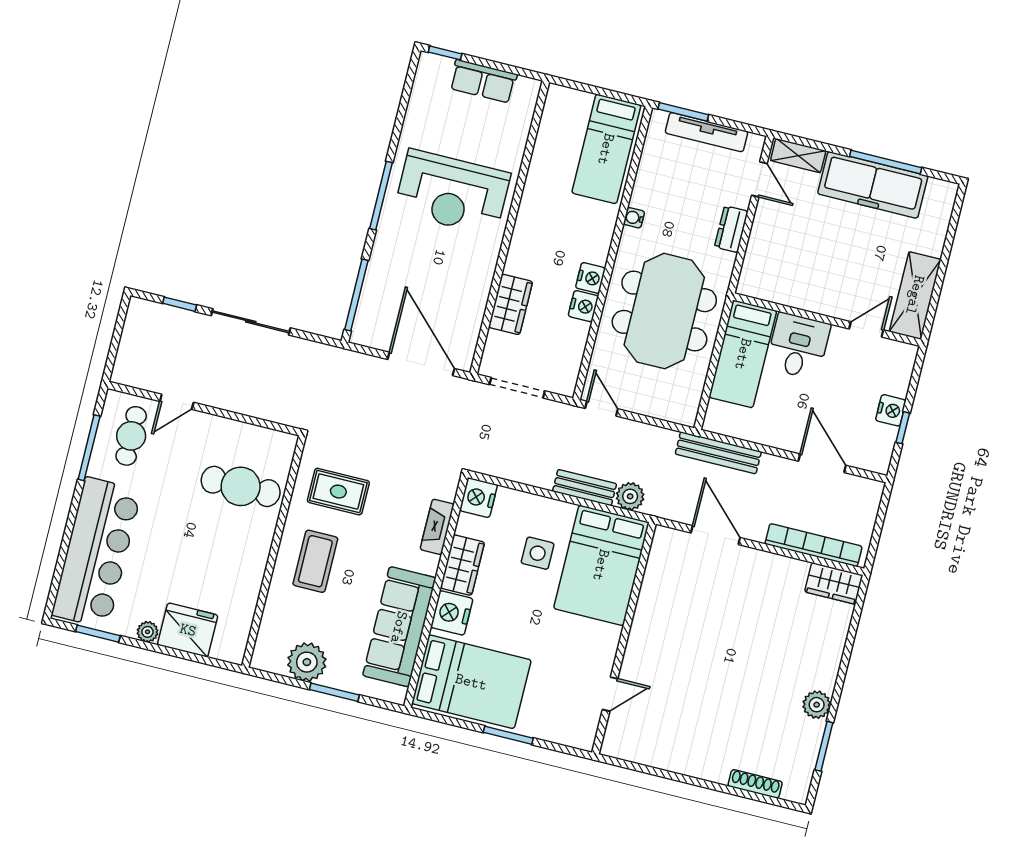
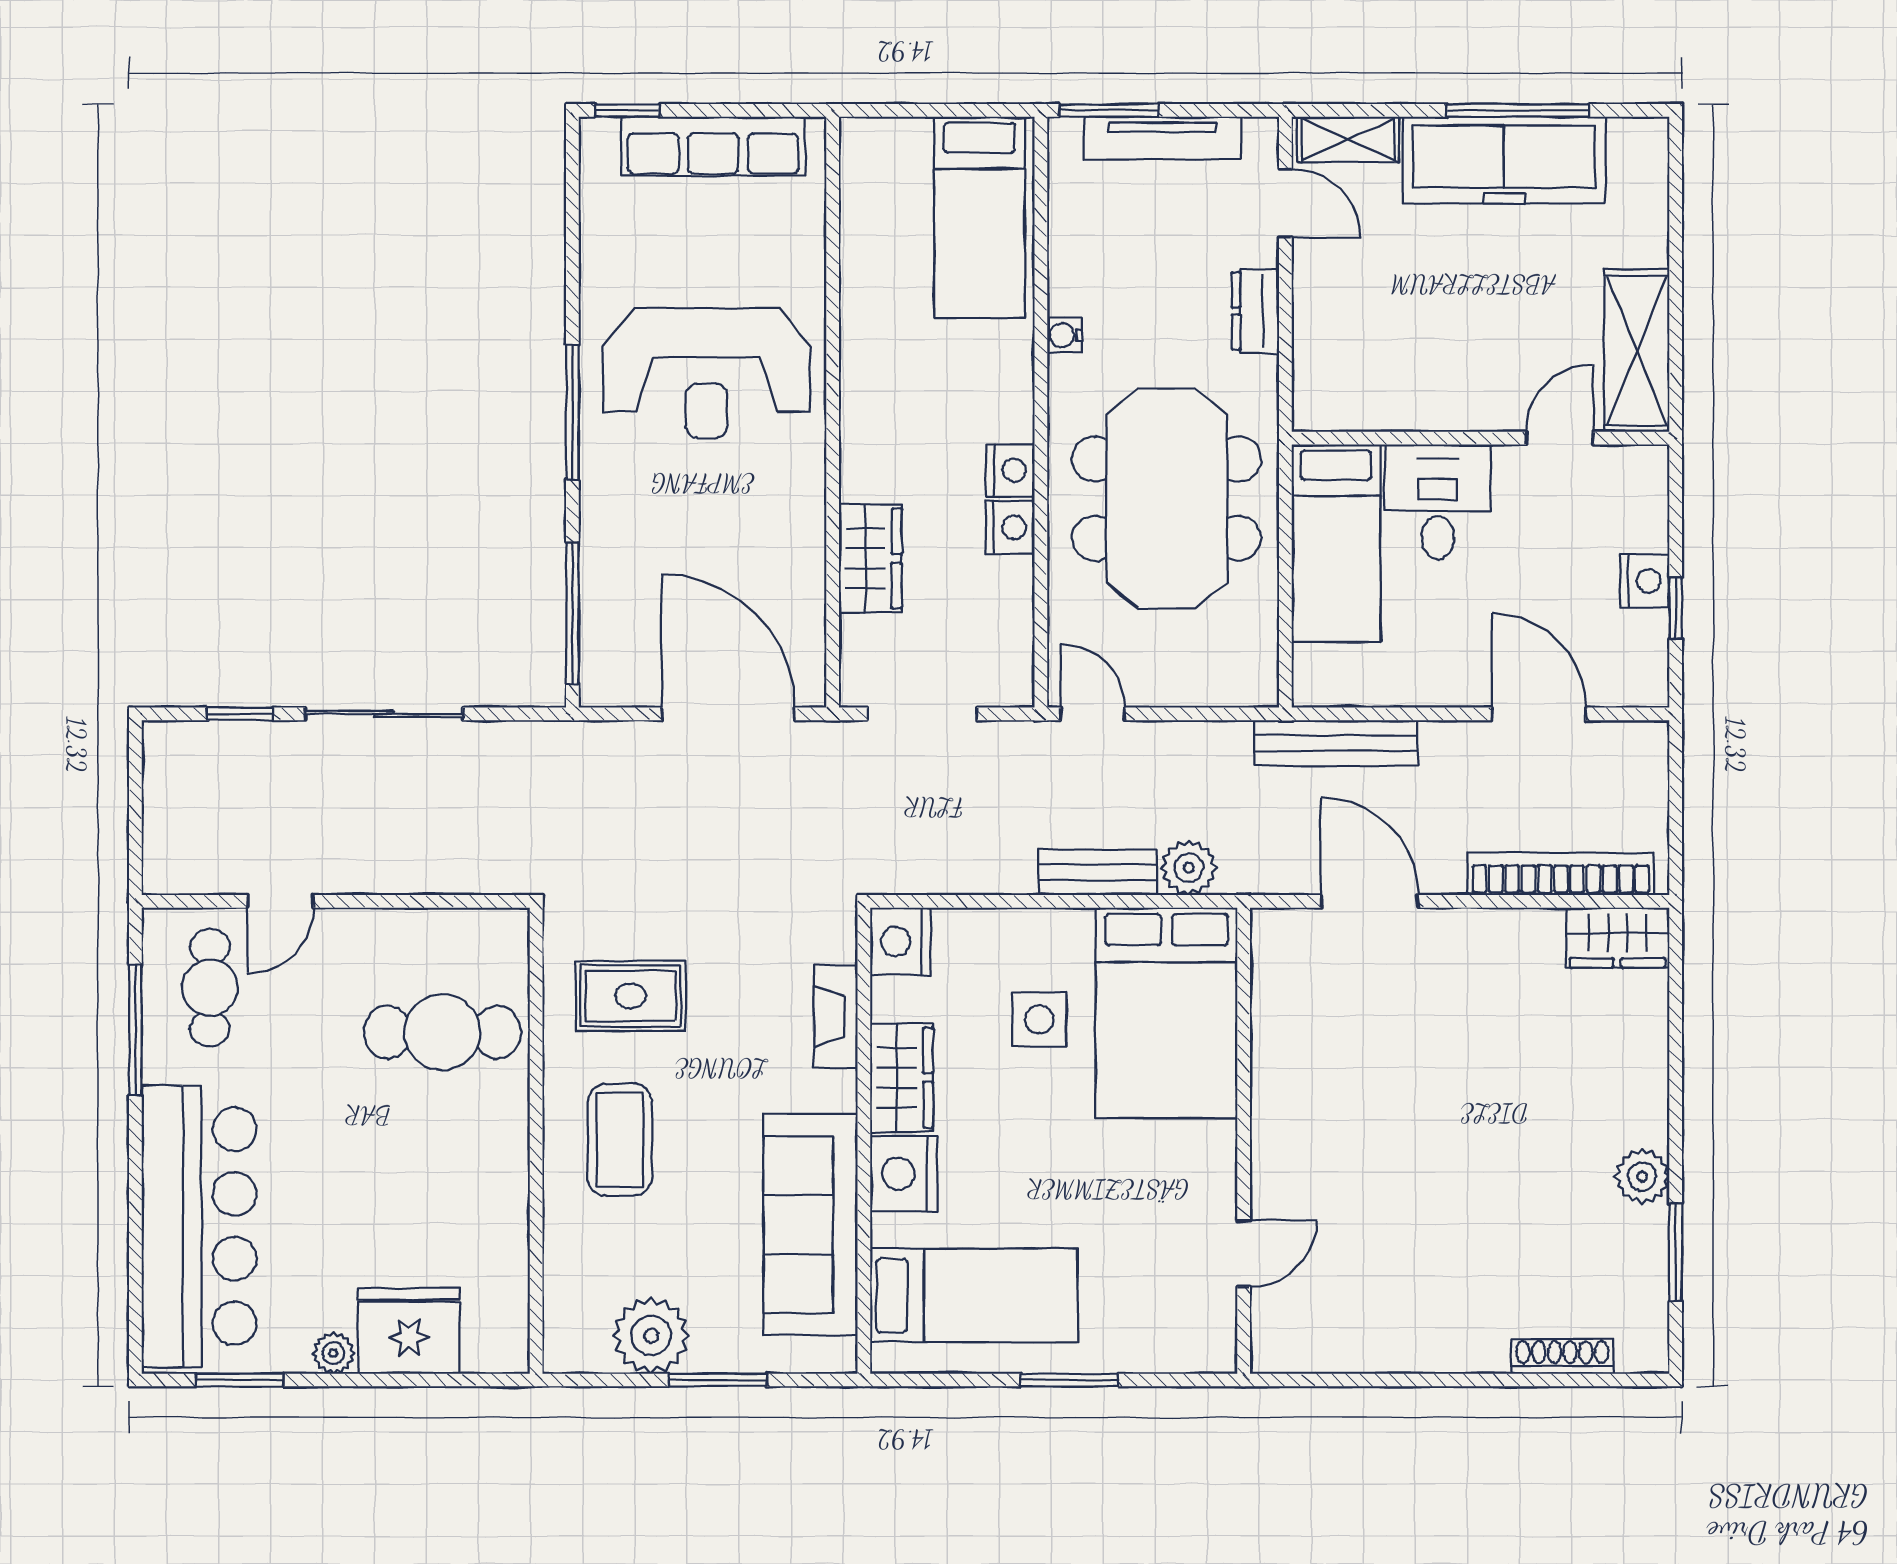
row of seats: (483, 81) -> (713, 146), width x1.48
bed: (471, 682) -> (974, 1295), width x0.67

